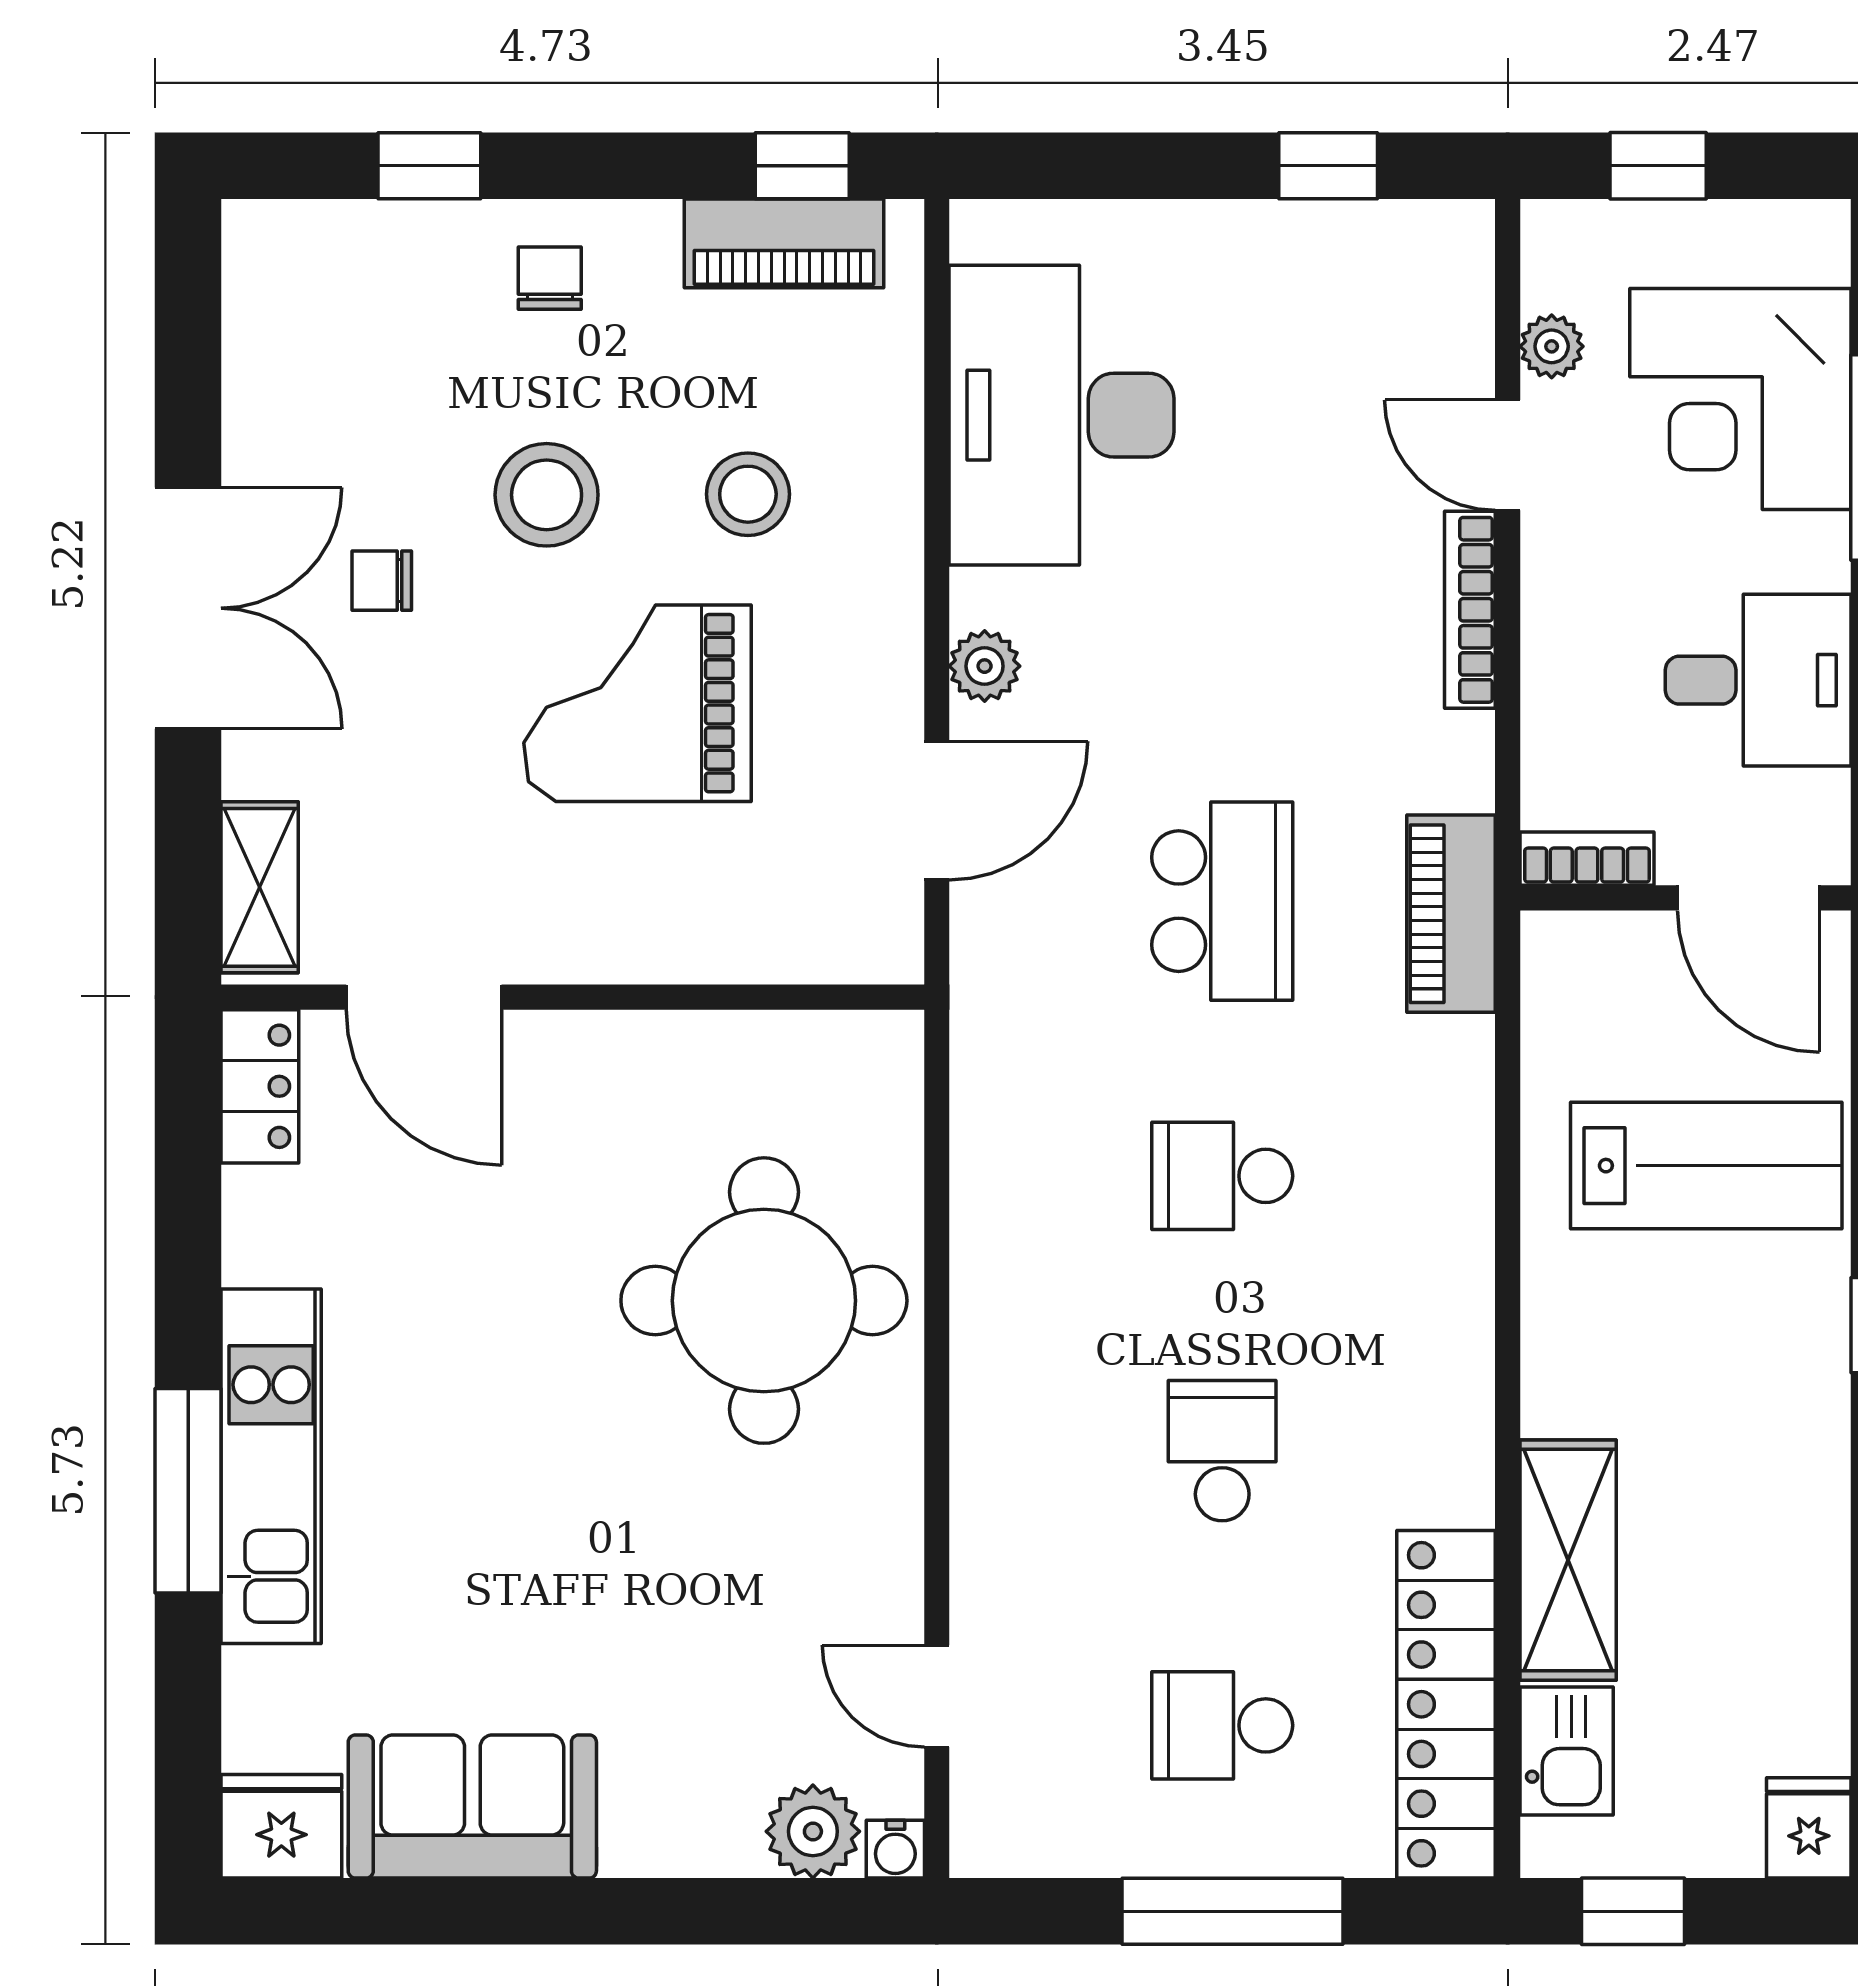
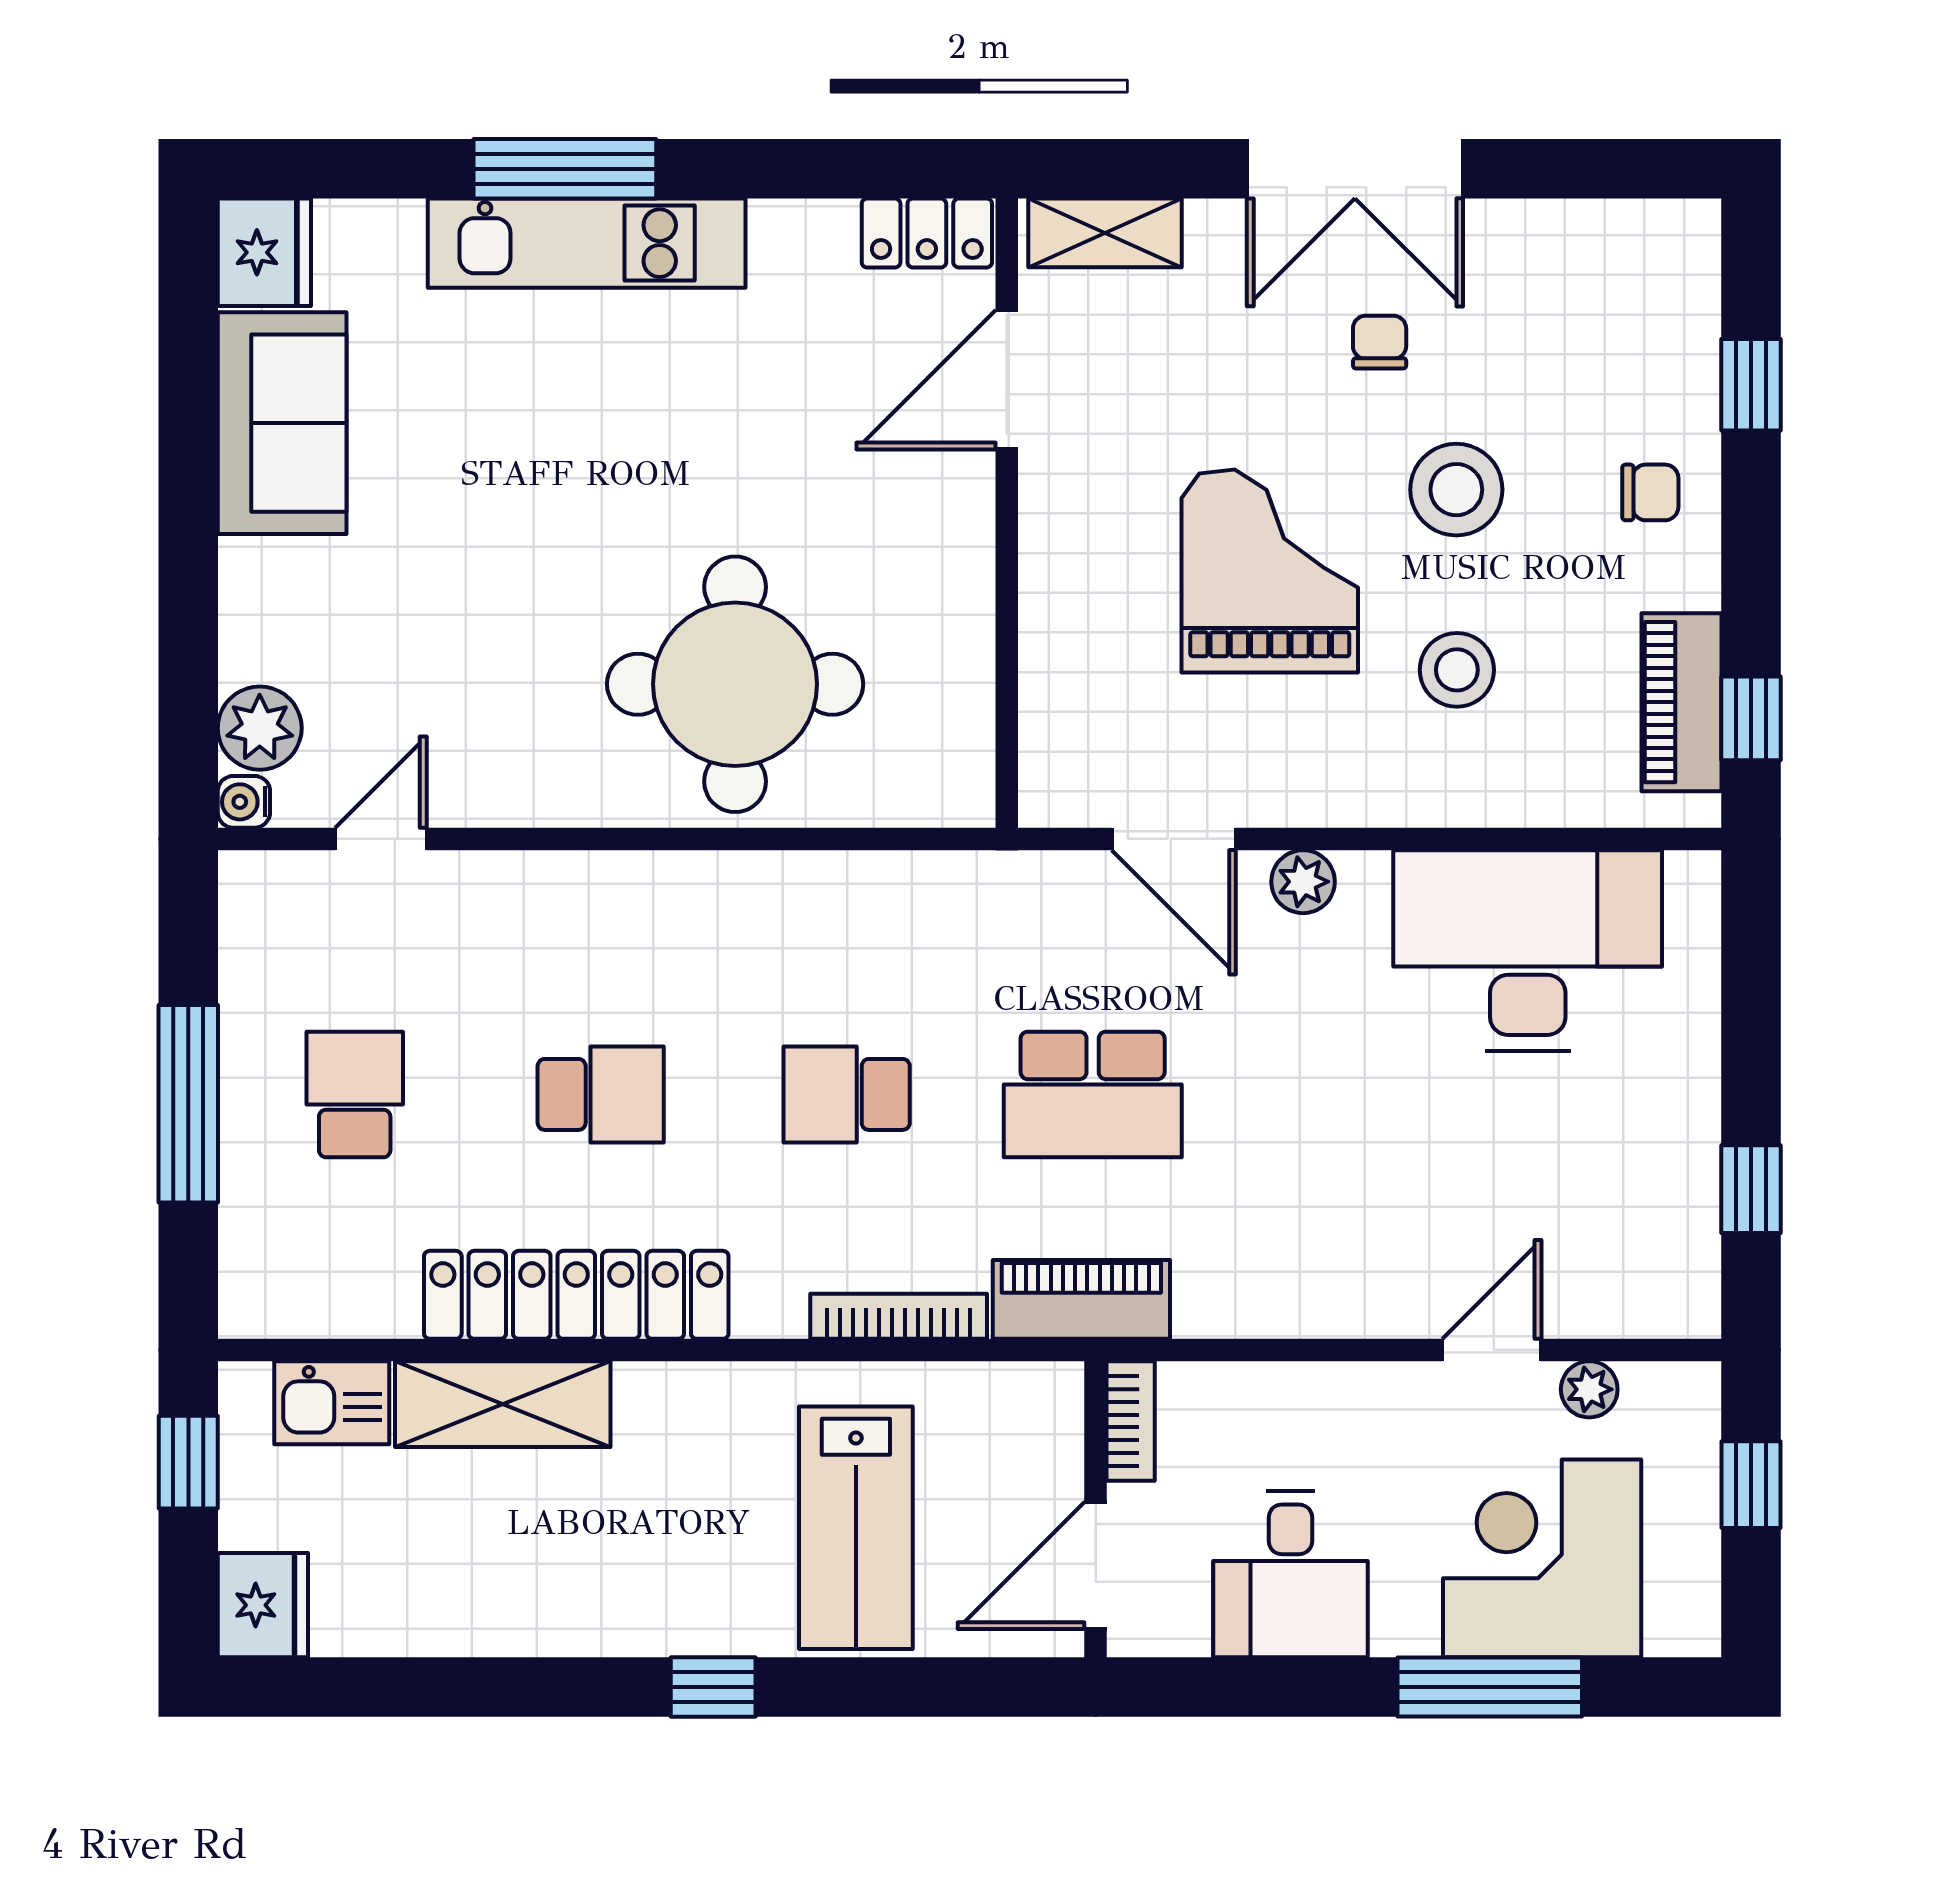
bookcase: (1470, 610) -> (899, 1316), moved
school desk: (1222, 1176) -> (847, 1094), turned -90
locker: (1446, 1704) -> (576, 1295), moved
fridge: (1809, 1828) -> (263, 1605), width x1.38

